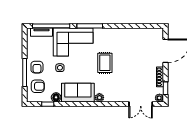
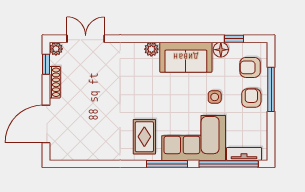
rug: (105, 63) -> (144, 137), moved

